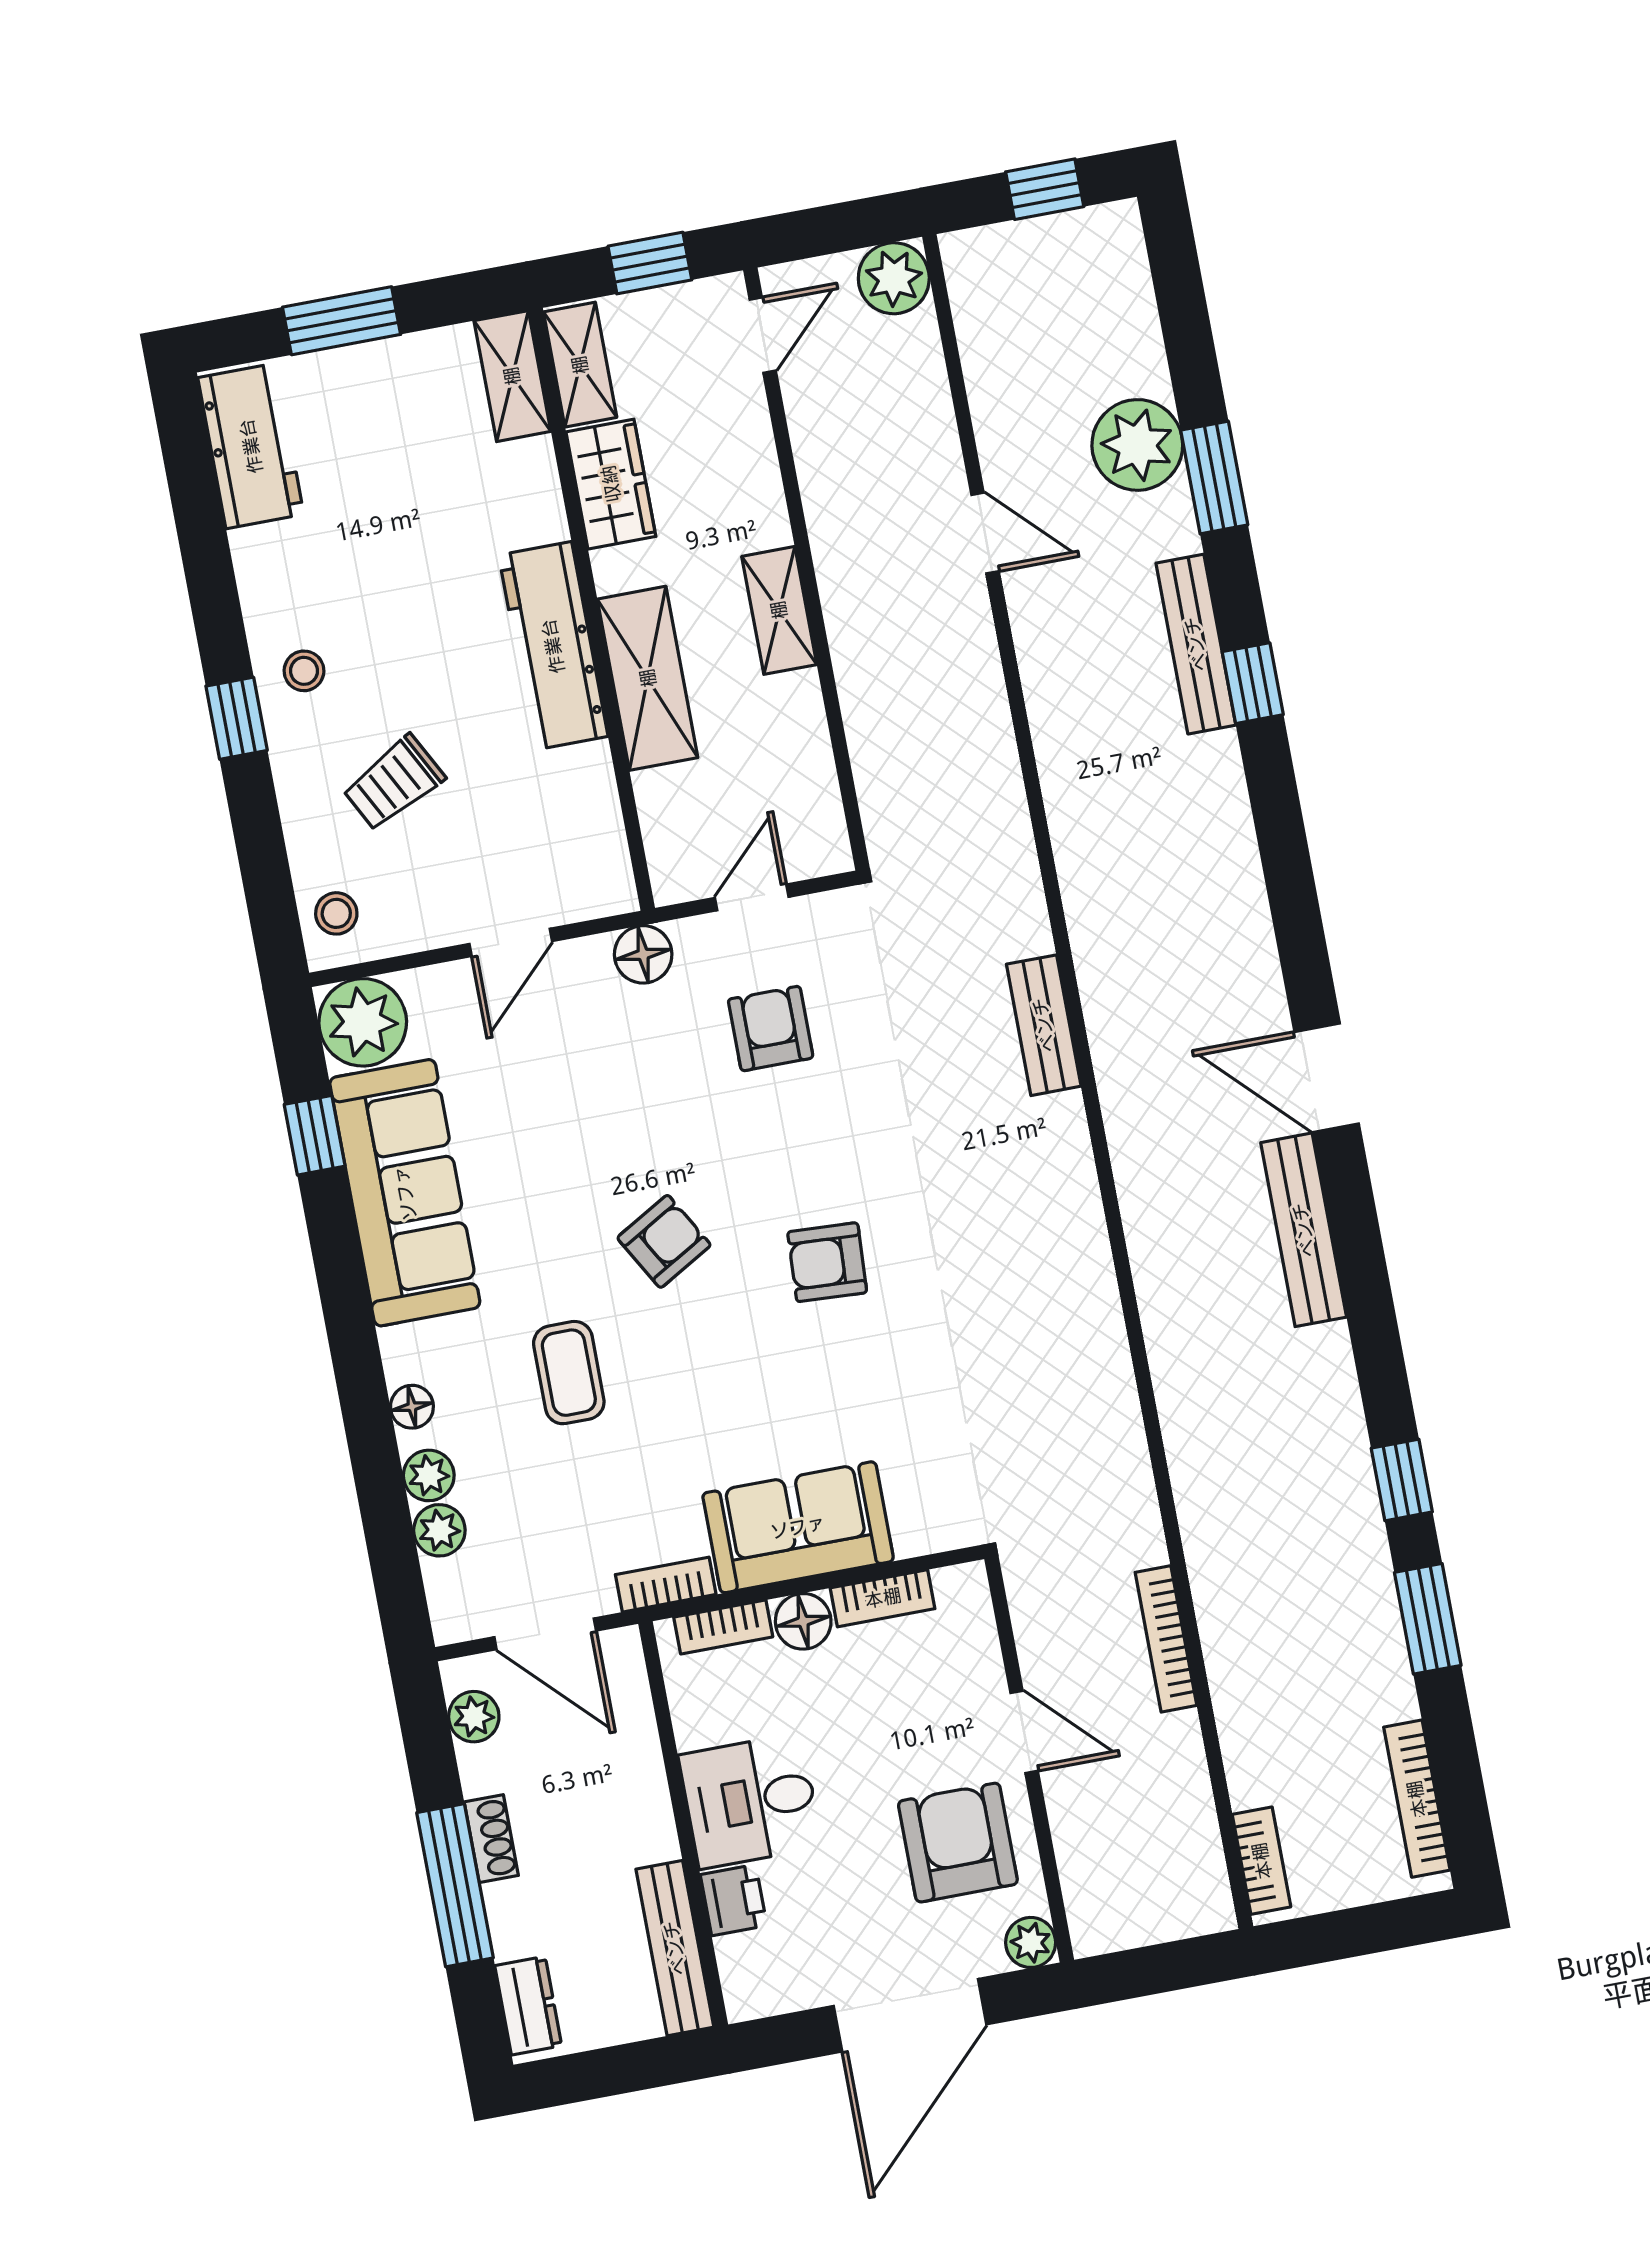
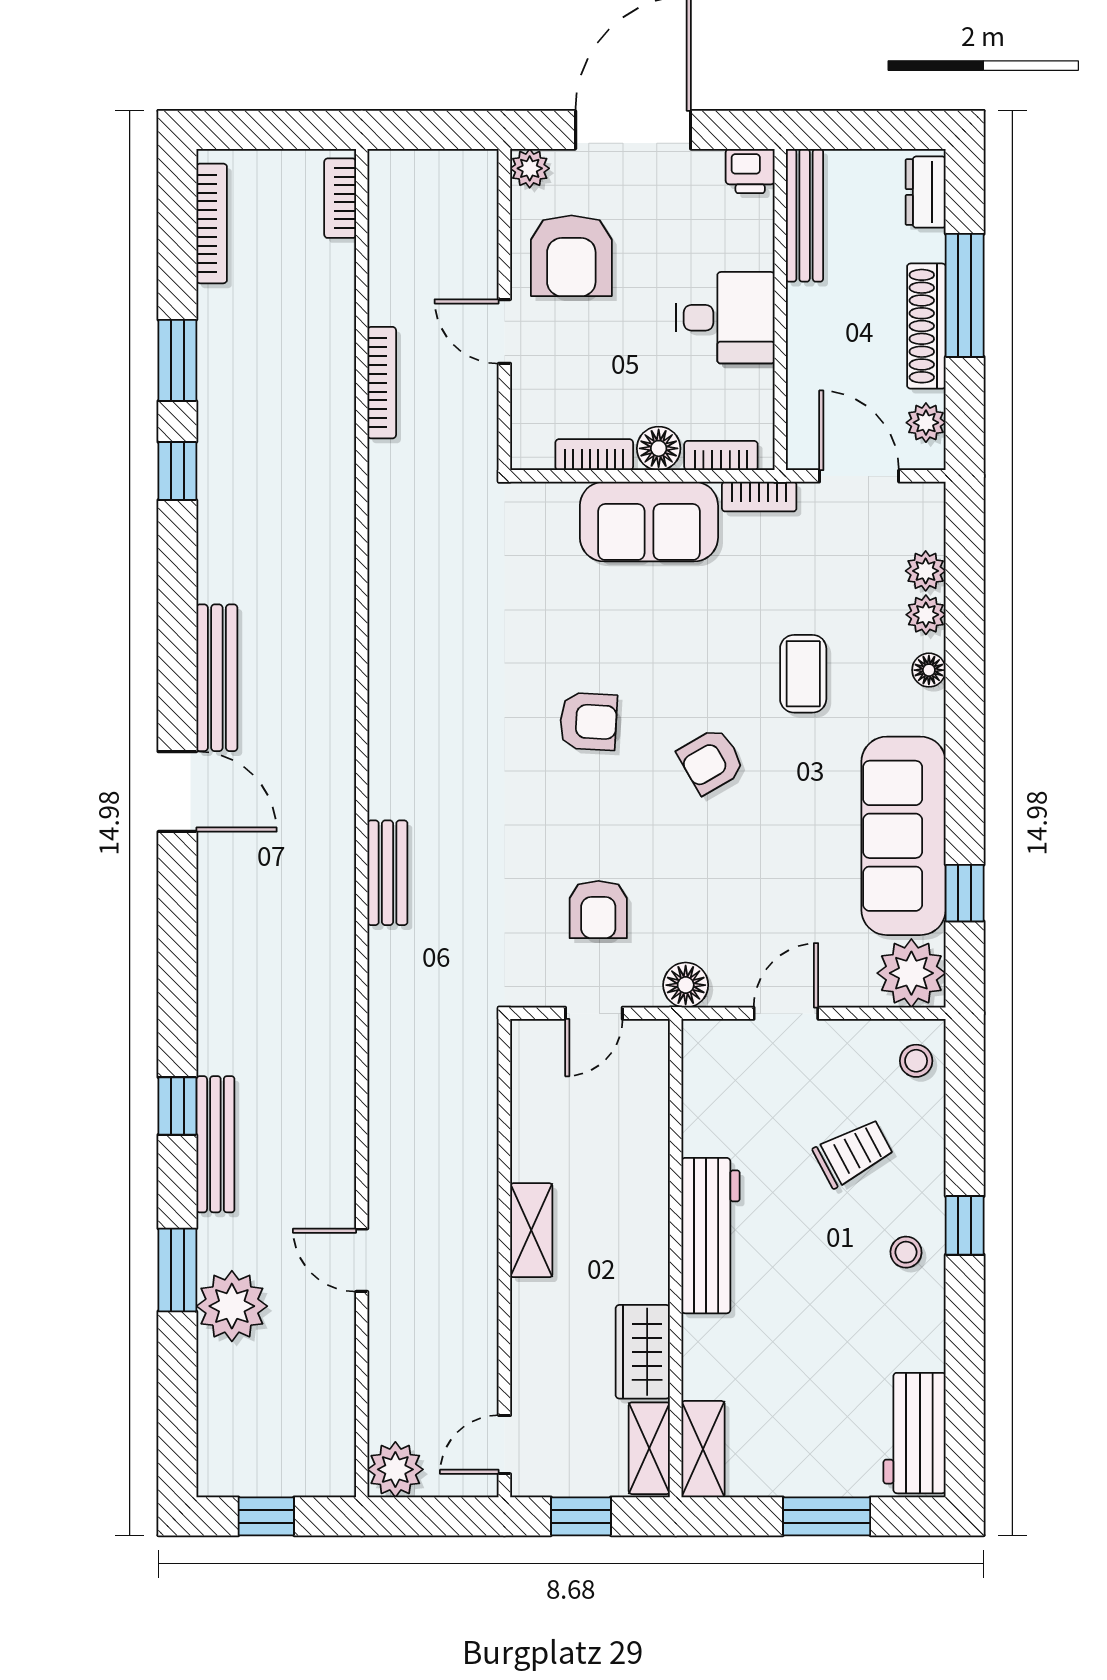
shelving: (648, 678) -> (643, 1197), removed
shoe rack: (491, 1839) -> (926, 326), width x1.94, depth x1.24
printer: (734, 1900) -> (750, 171), moved, turned -90

